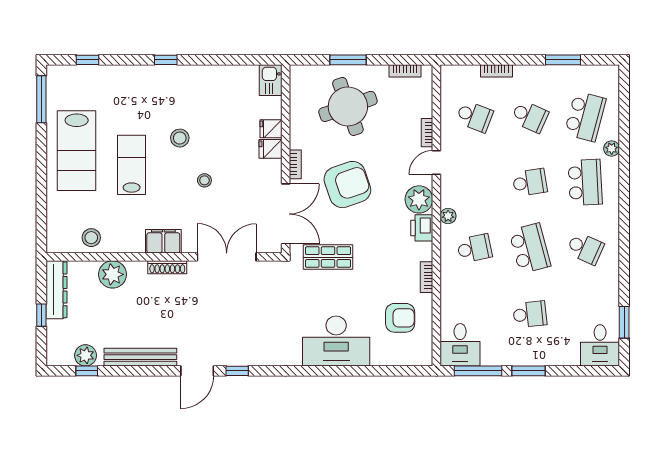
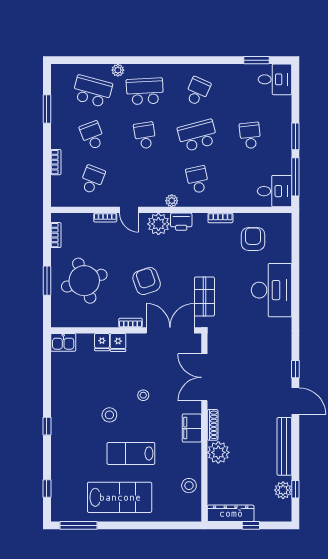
school desk: (530, 116) -> (92, 135), turned -45
armchair: (347, 185) -> (147, 281), width x0.73, depth x0.73
plant: (113, 274) -> (218, 452), moved

